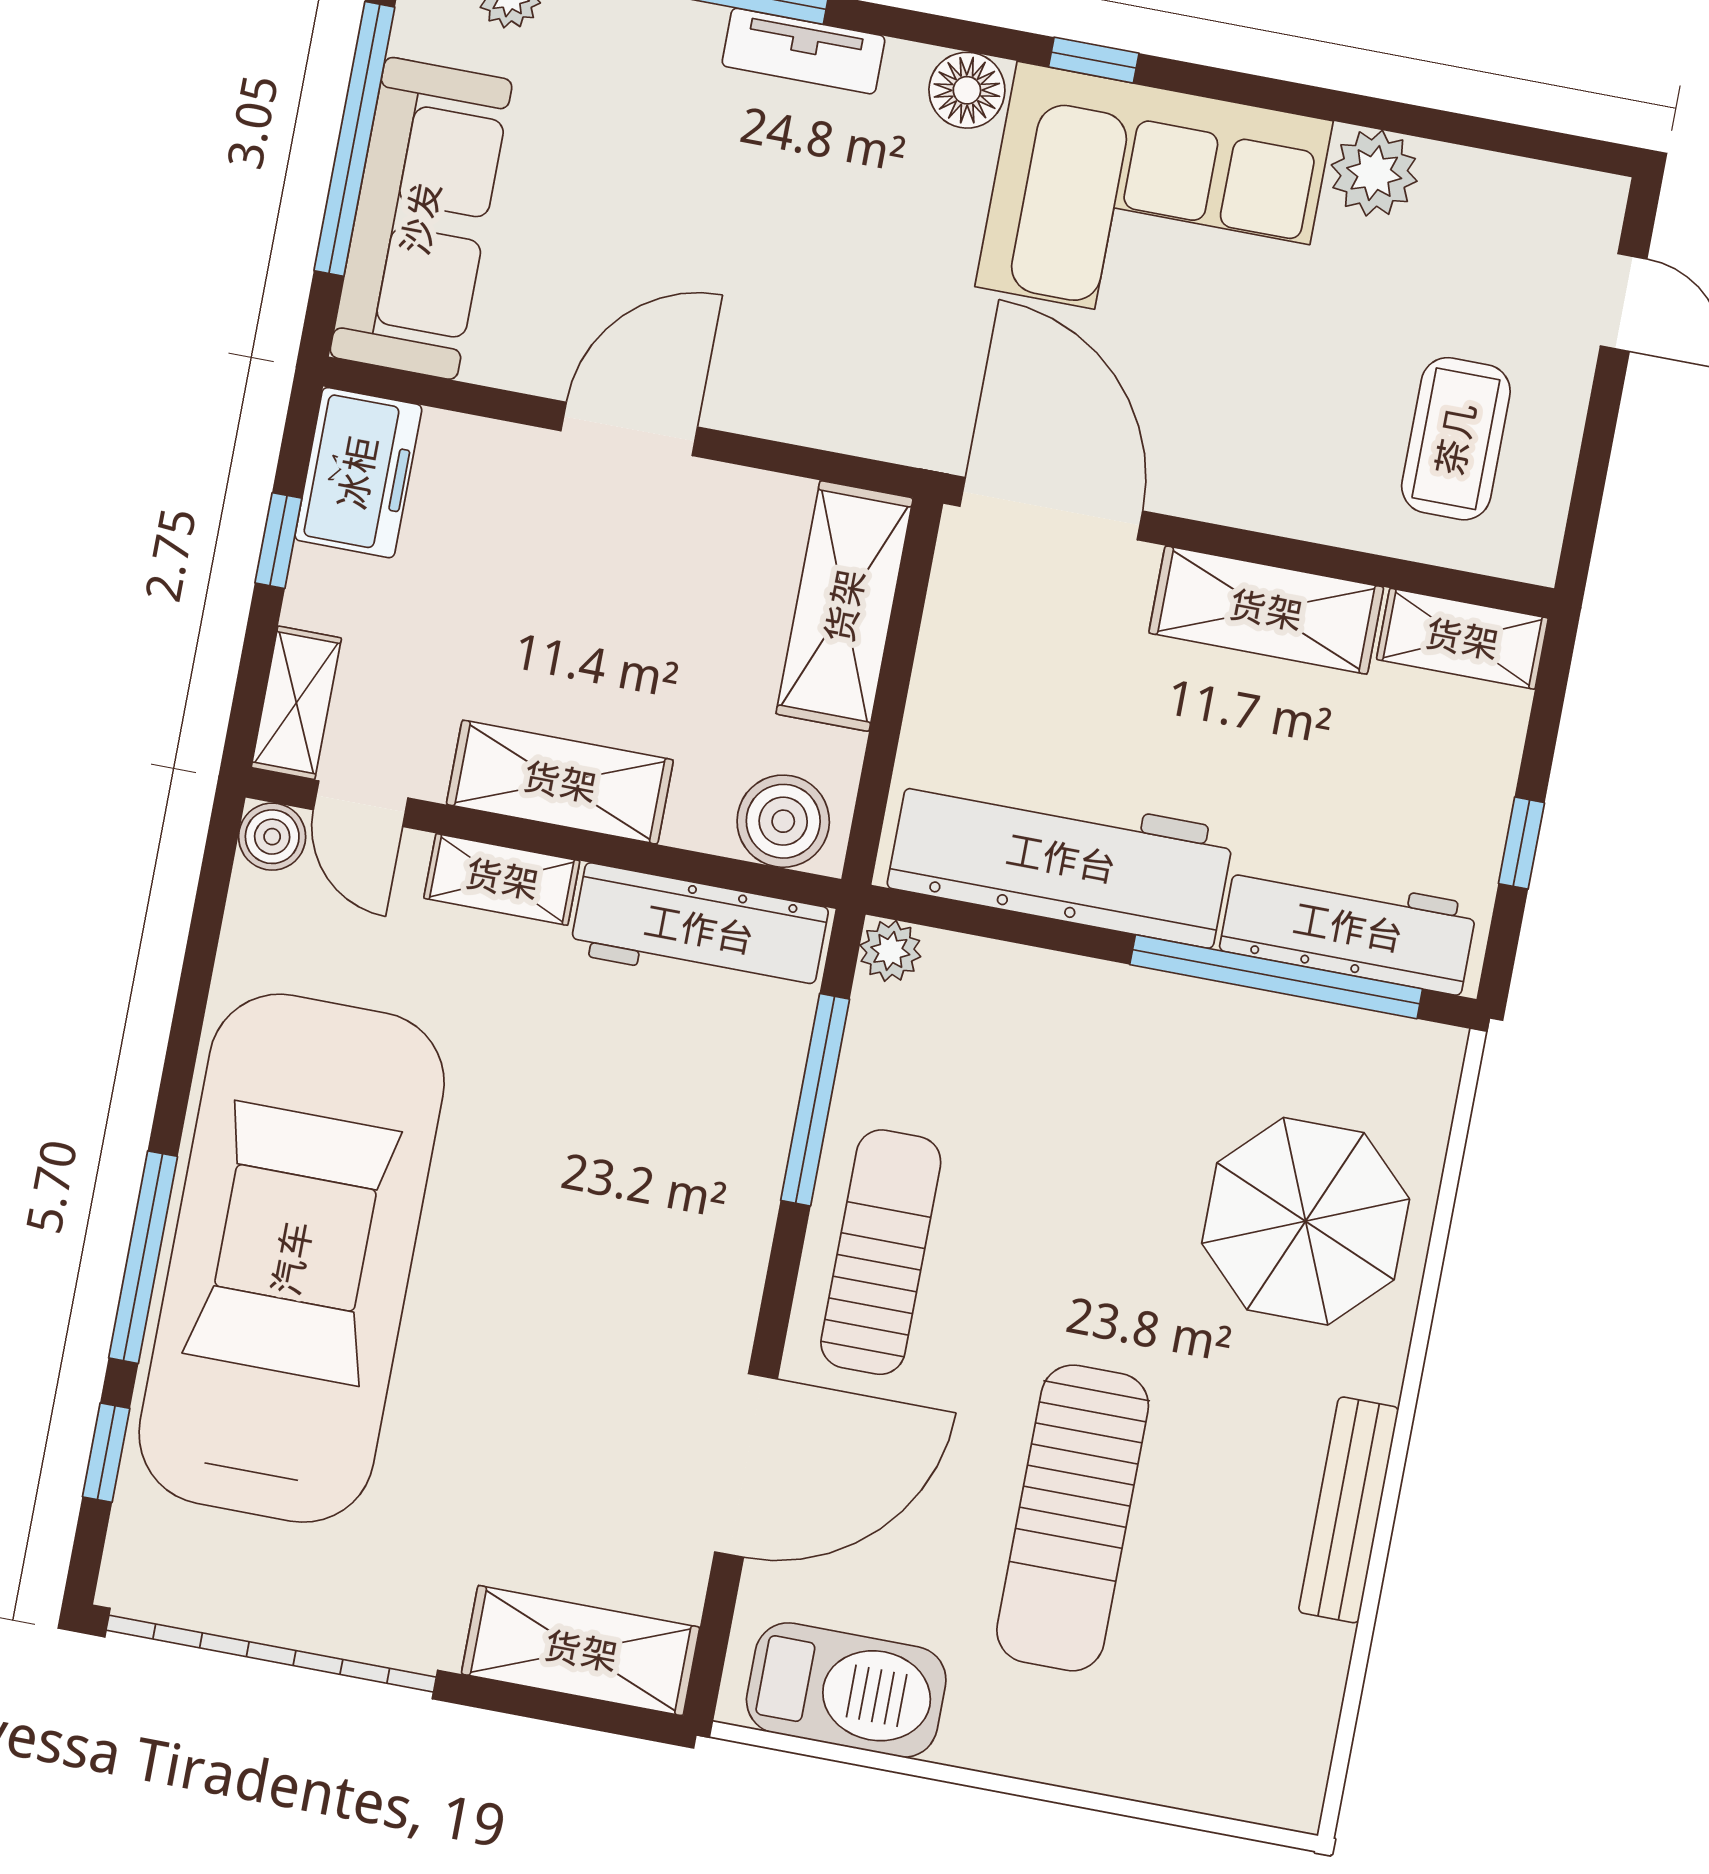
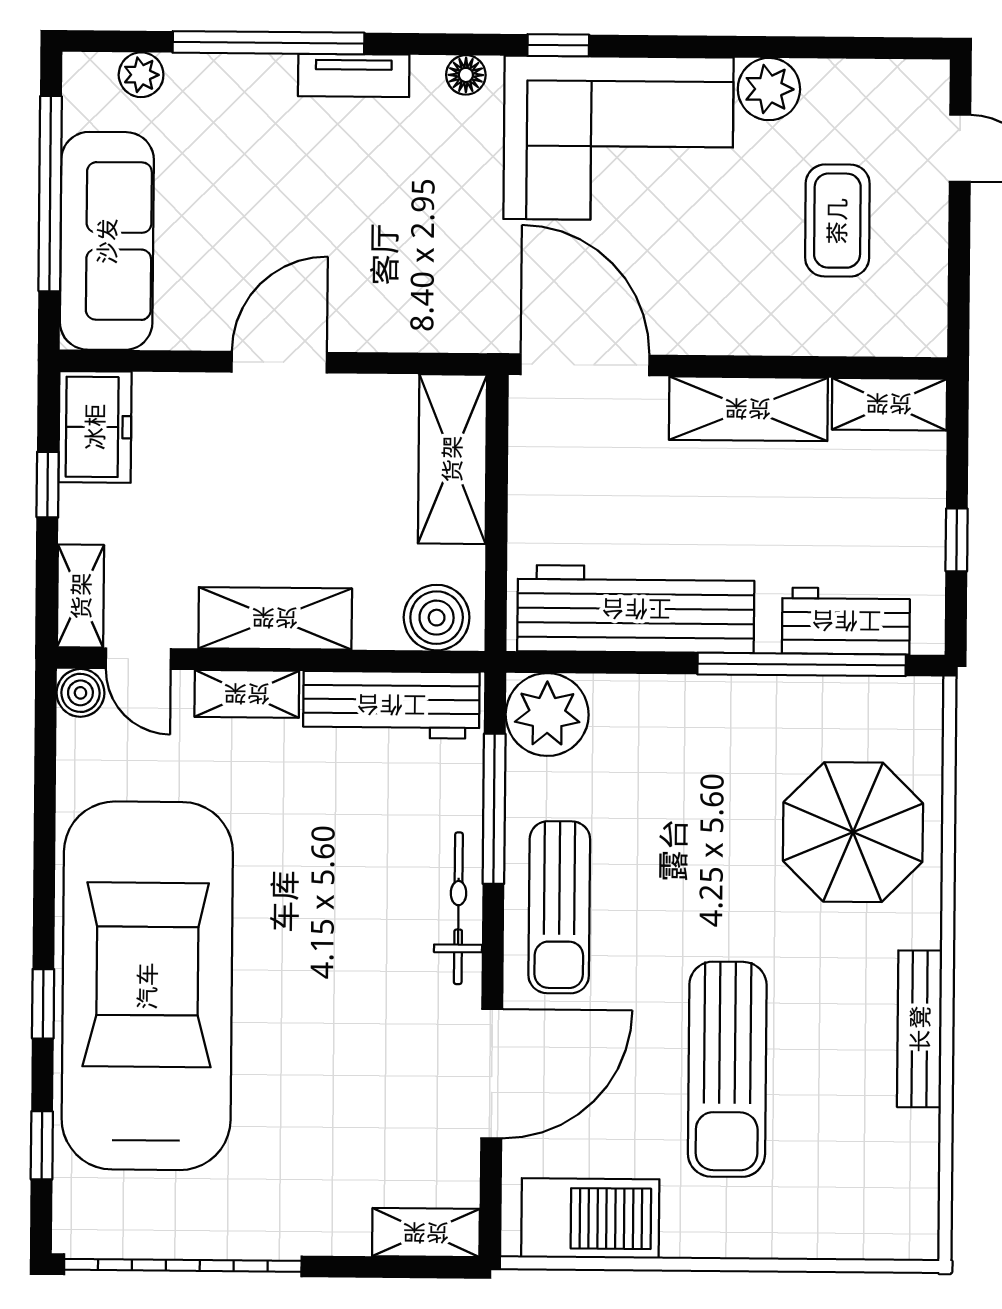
floor lamp: (967, 90) -> (466, 75), width x0.73, depth x0.73
coffee table: (1456, 439) -> (837, 221), moved
workbench: (1348, 928) -> (846, 621), width x0.73
plant: (890, 951) -> (547, 715), width x1.87, depth x1.87
bicycle: (741, 1228) -> (458, 908), added
sun lounger: (881, 1252) -> (559, 907), turned 180
window: (143, 1257) -> (43, 1004), width x0.46
shelving: (581, 1651) -> (426, 1233), width x0.67, depth x0.75

